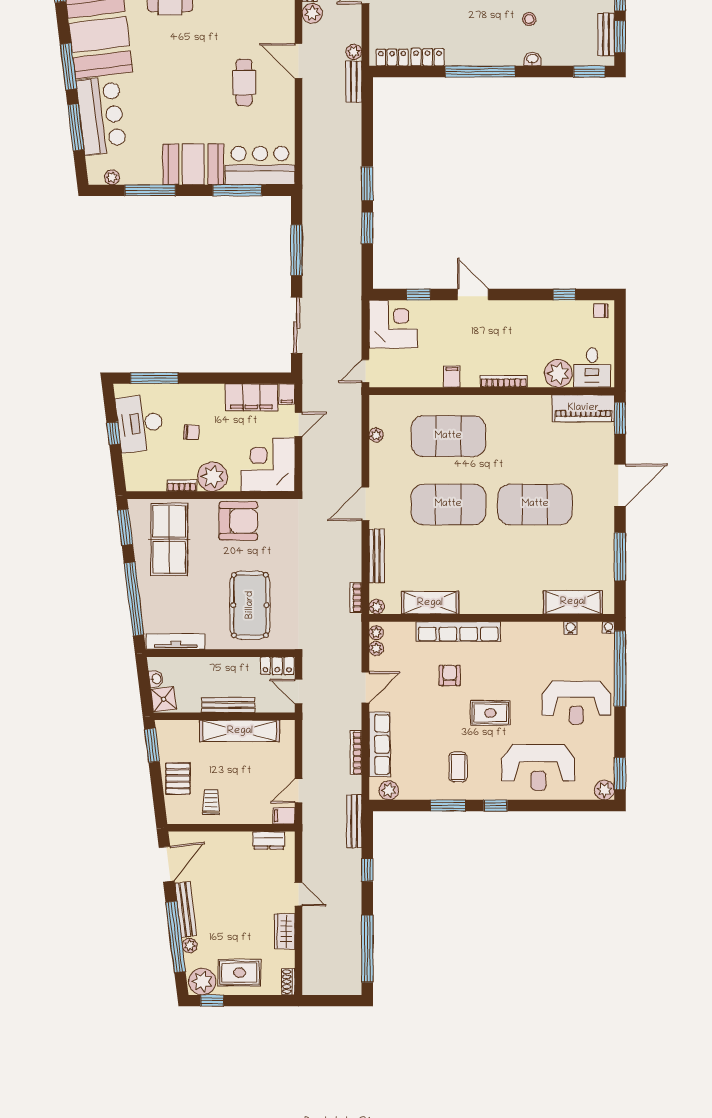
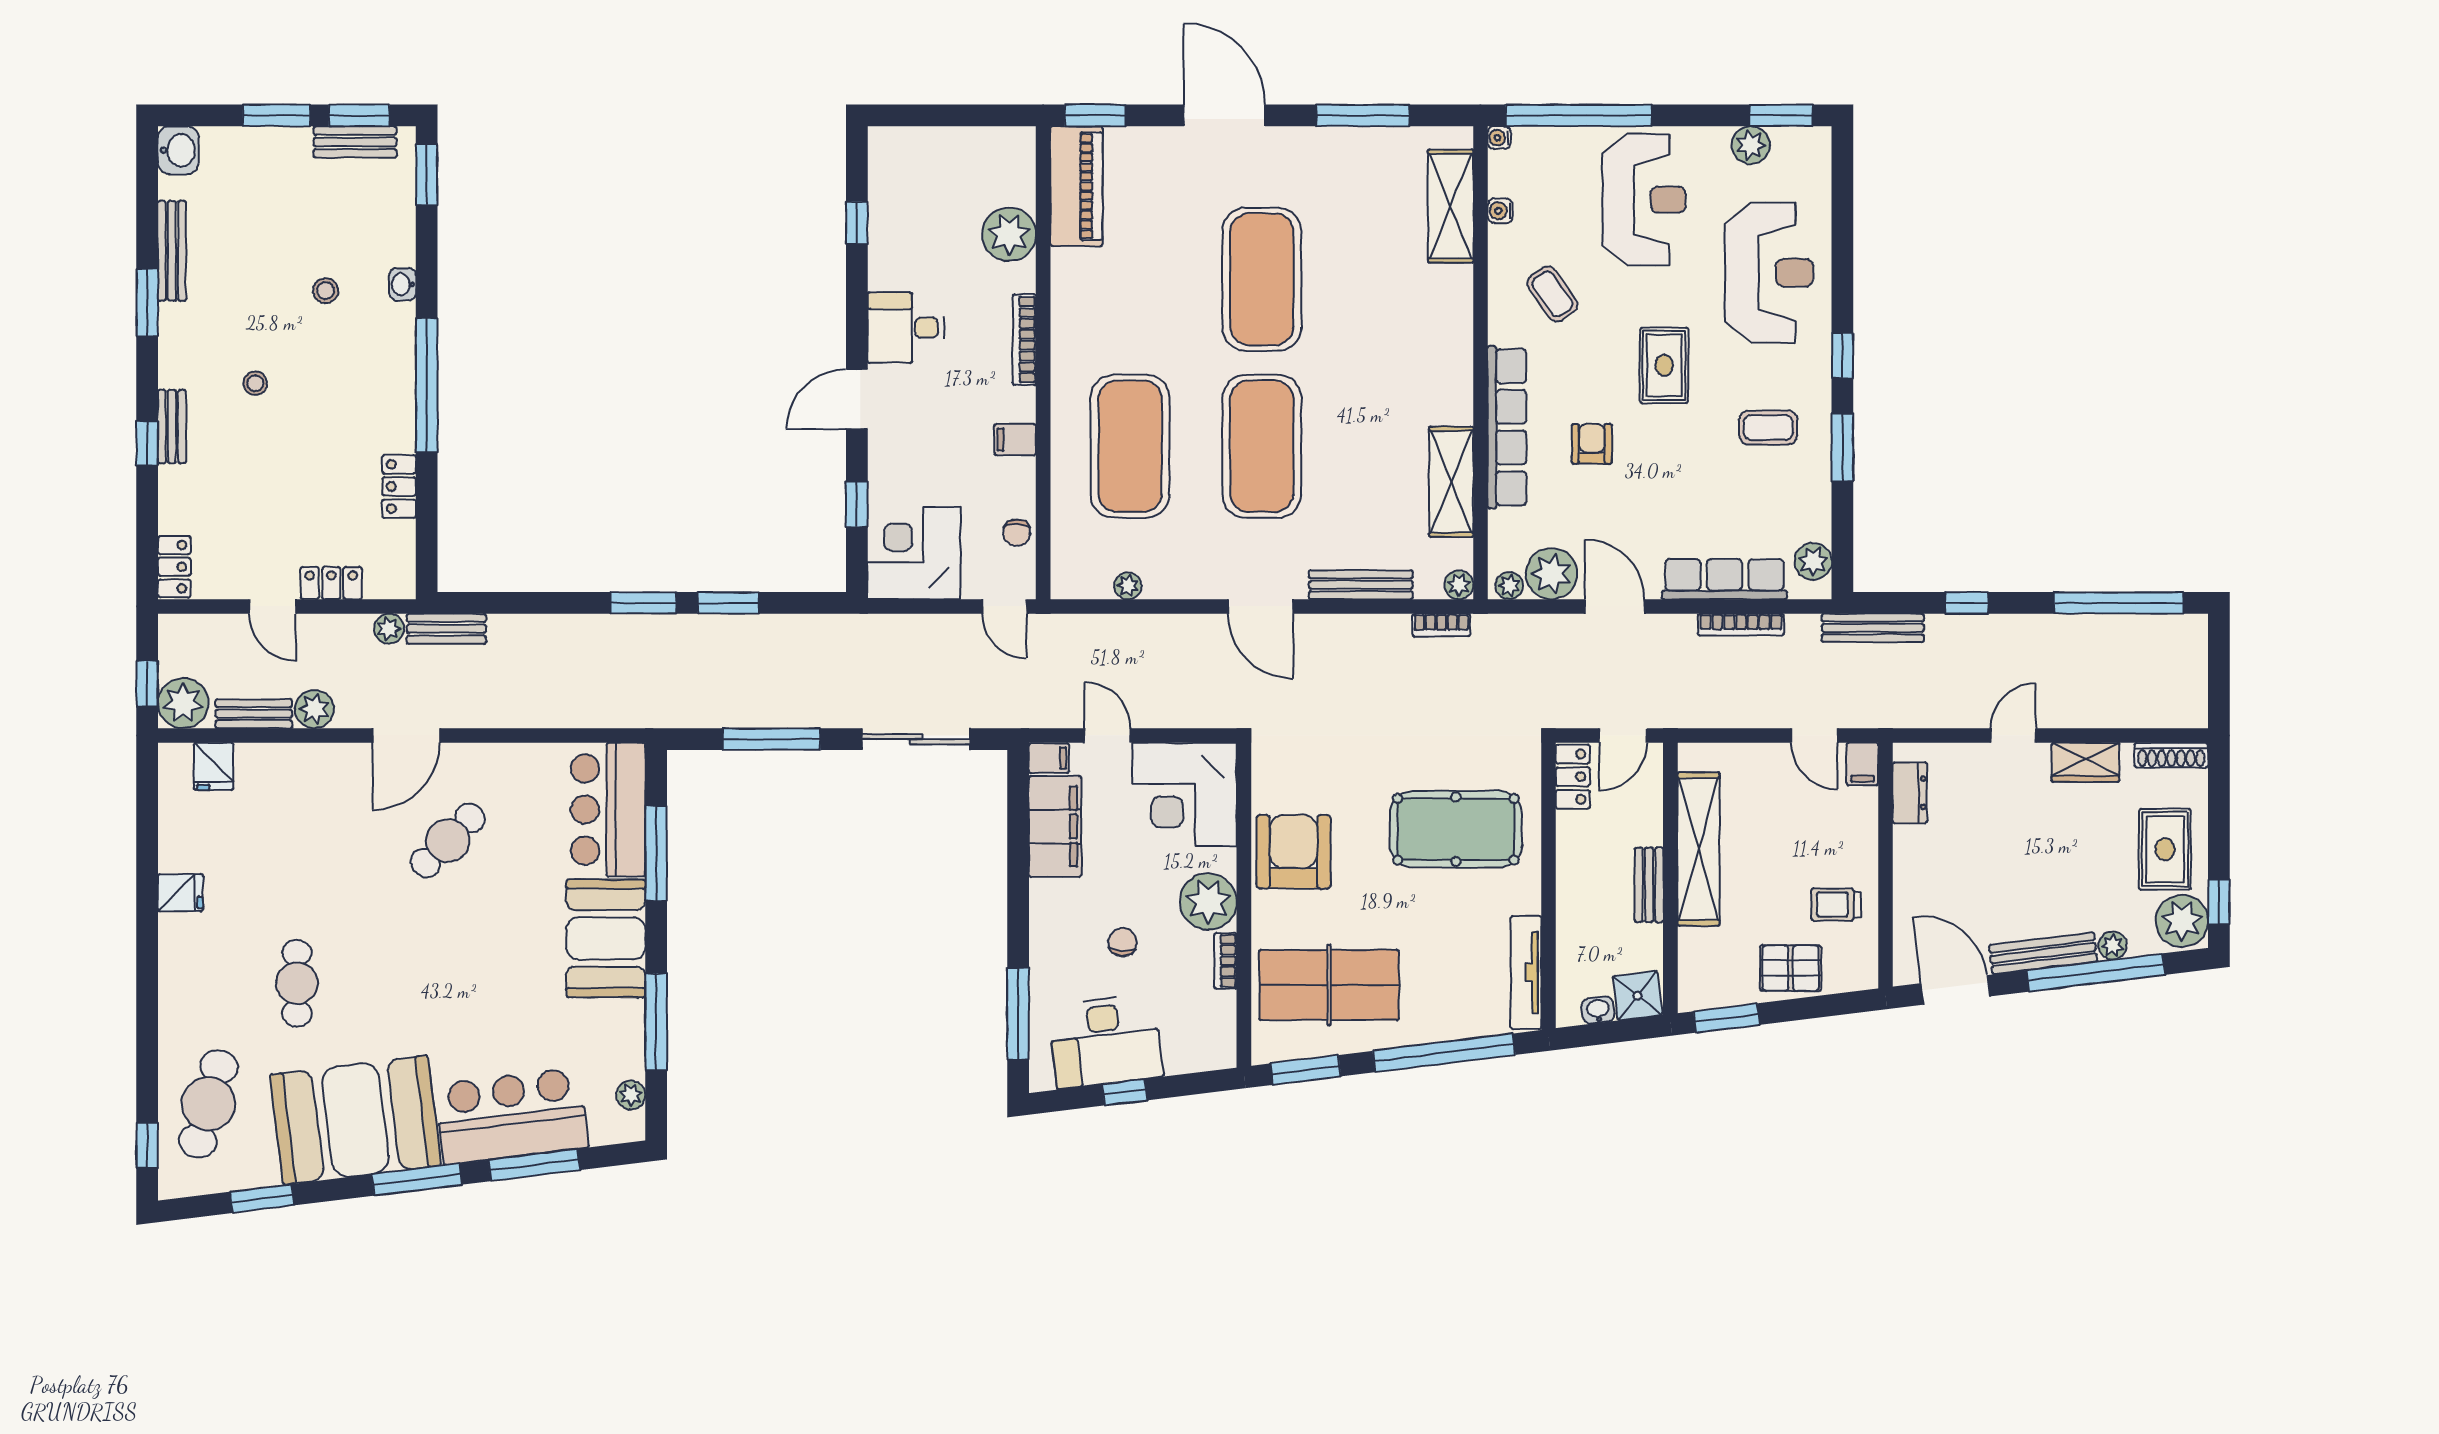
locker: (392, 57) -> (331, 583), moved, turned 90
cafe table: (244, 82) -> (448, 841), turned -45
chair: (601, 311) -> (1017, 533), moved
desk: (592, 368) -> (906, 328), moved, turned 180
plant: (376, 648) -> (1552, 574), width x1.88, depth x1.88
coffee table: (527, 655) -> (1552, 294), added
armchair: (450, 676) -> (1592, 444), turned 90
bench: (228, 705) -> (1649, 885), width x0.73
plant: (605, 790) -> (1751, 145), moved
shoe rack: (288, 982) -> (2171, 755), width x1.43

